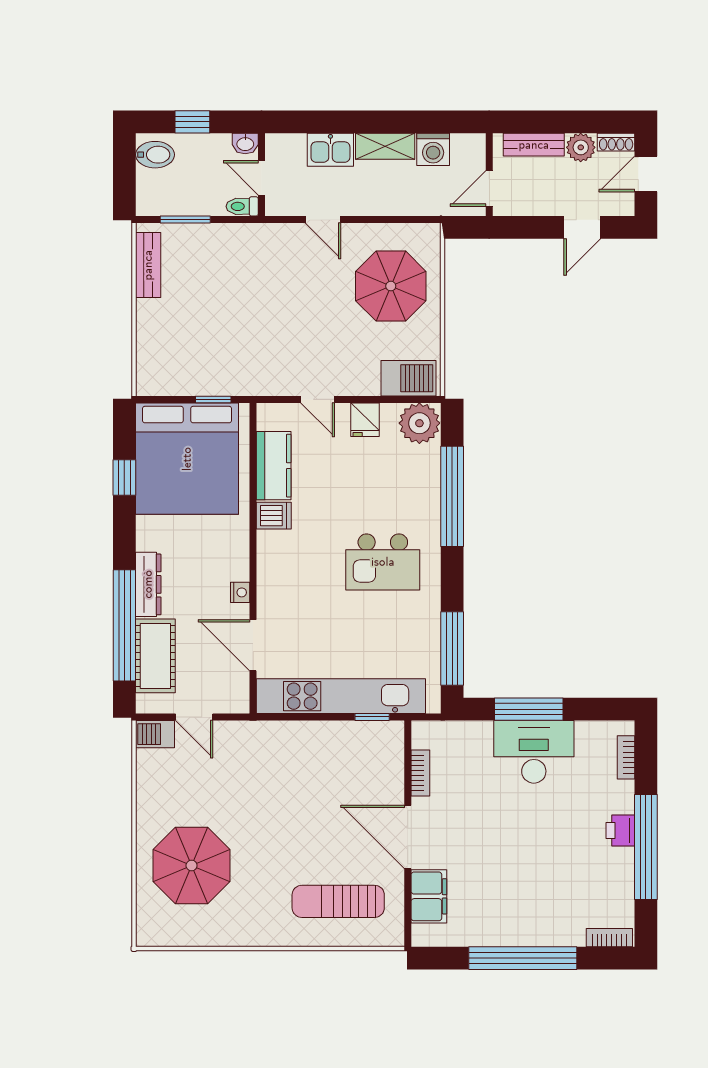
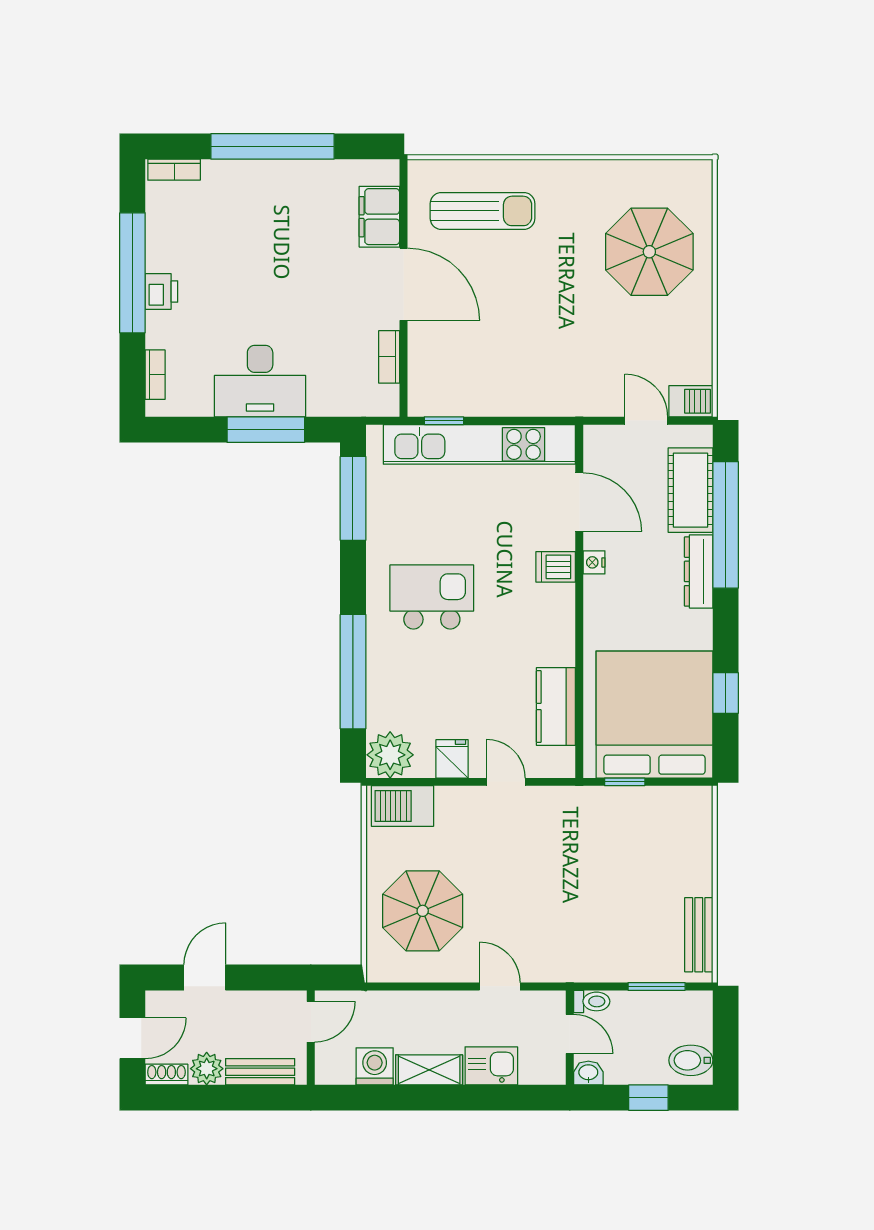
dishwasher: (274, 516) -> (556, 567), moved

